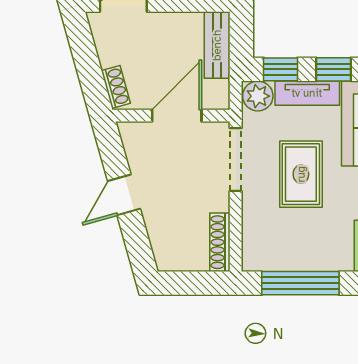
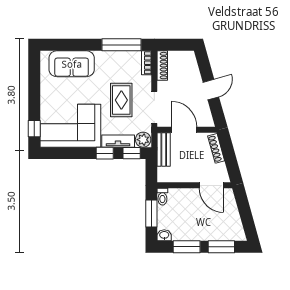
bench: (217, 45) -> (164, 150), moved
shoe rack: (116, 87) -> (216, 148), width x1.43
door: (177, 116) -> (184, 130), swing flipped
bookcase: (251, 248) -> (147, 63), added

